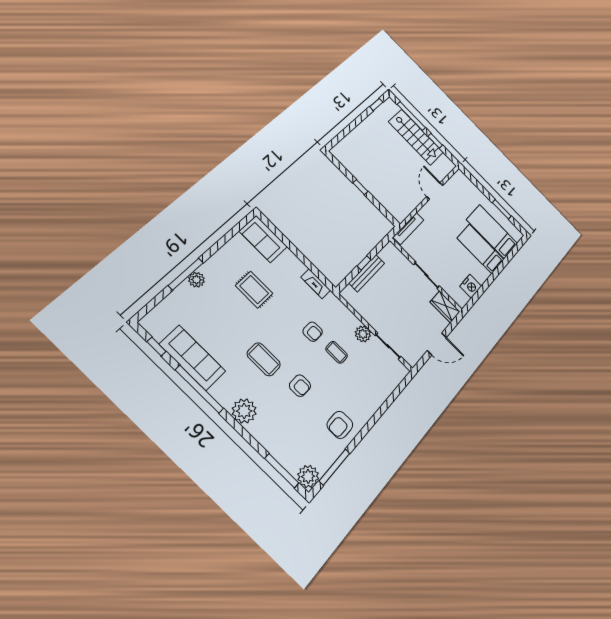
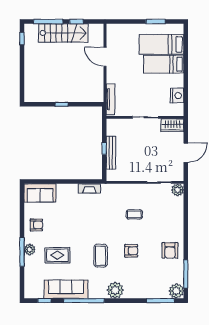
rug: (254, 290) -> (57, 255), moved
armchair: (313, 332) -> (36, 225), moved
plant: (363, 334) -> (178, 190), moved
coffee table: (264, 359) -> (101, 256), turned 90

